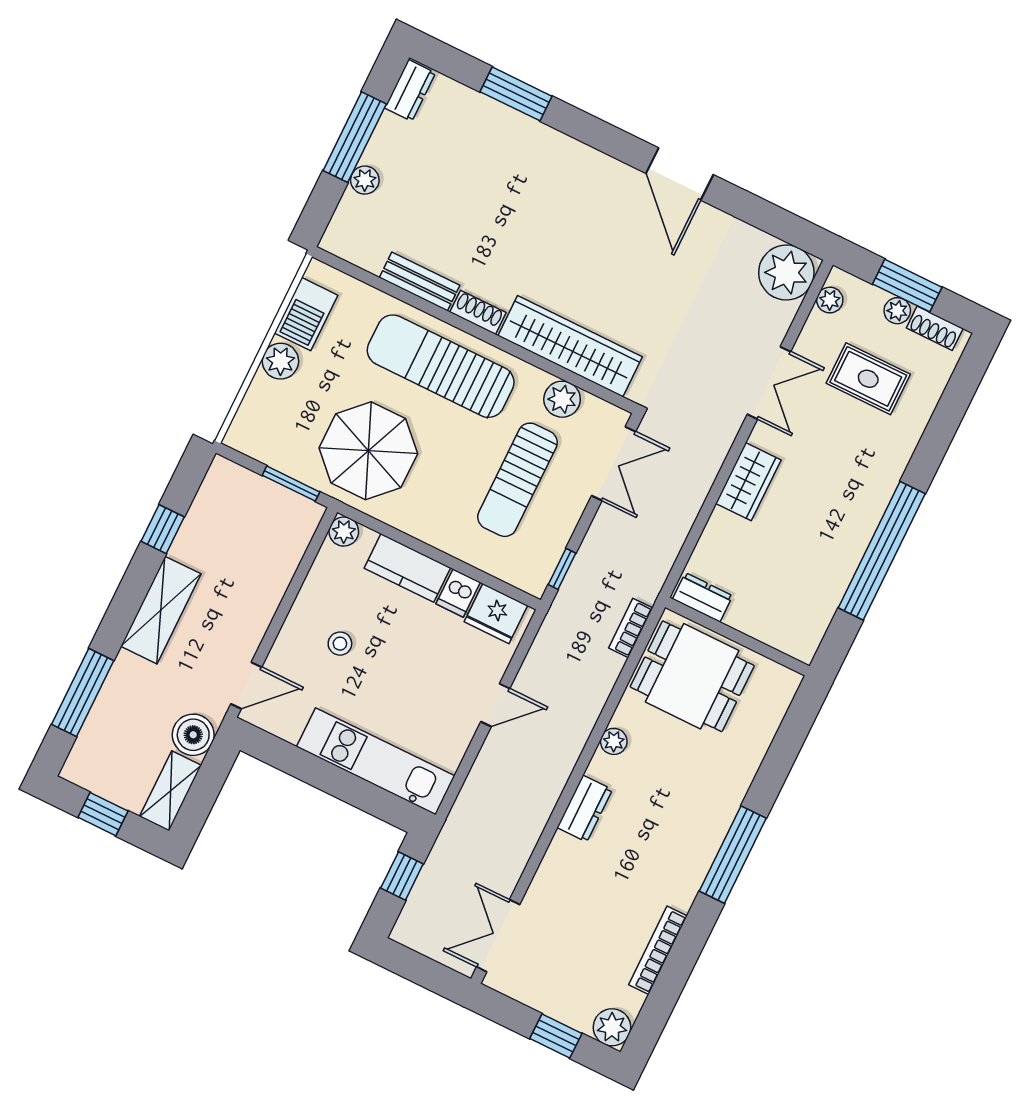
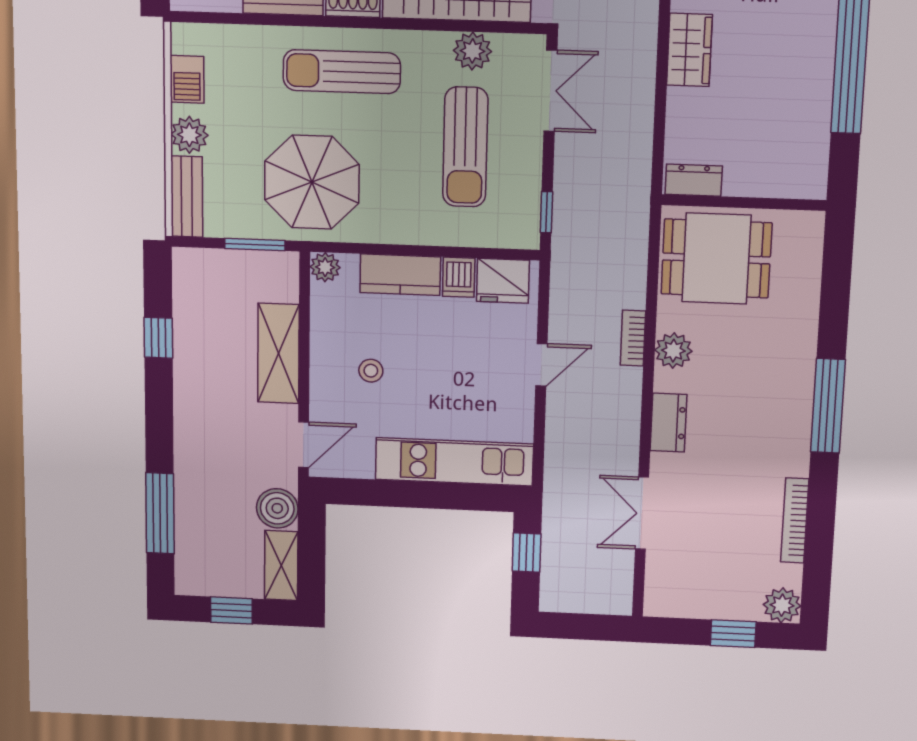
barbecue: (306, 314) -> (187, 79), width x0.73, depth x0.79
sun lounger: (441, 366) -> (342, 72), width x0.73, depth x0.75
bench: (251, 414) -> (187, 197), added
shelving: (161, 610) -> (278, 353), moved
bookcase: (631, 628) -> (633, 338), moved
plant: (614, 741) -> (673, 351), width x1.38, depth x1.38
double door: (498, 936) -> (642, 513), moved

